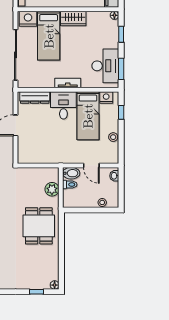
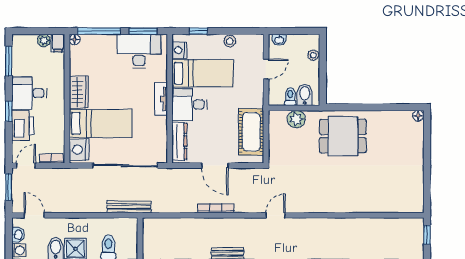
window: (121, 34) -> (99, 31), width x2.17
cot: (42, 154) -> (251, 132), added
bidet: (71, 173) -> (305, 95), moved
window: (37, 292) -> (427, 139), removed

